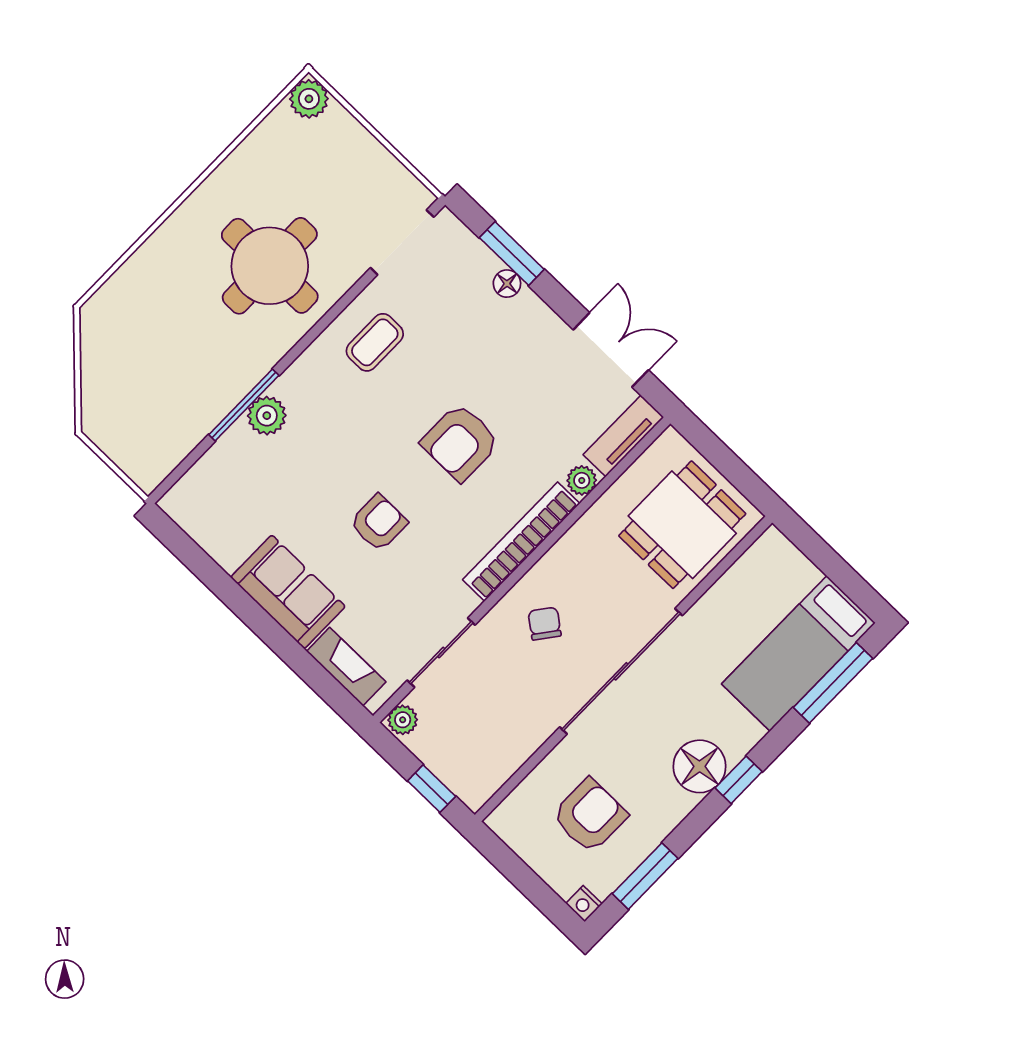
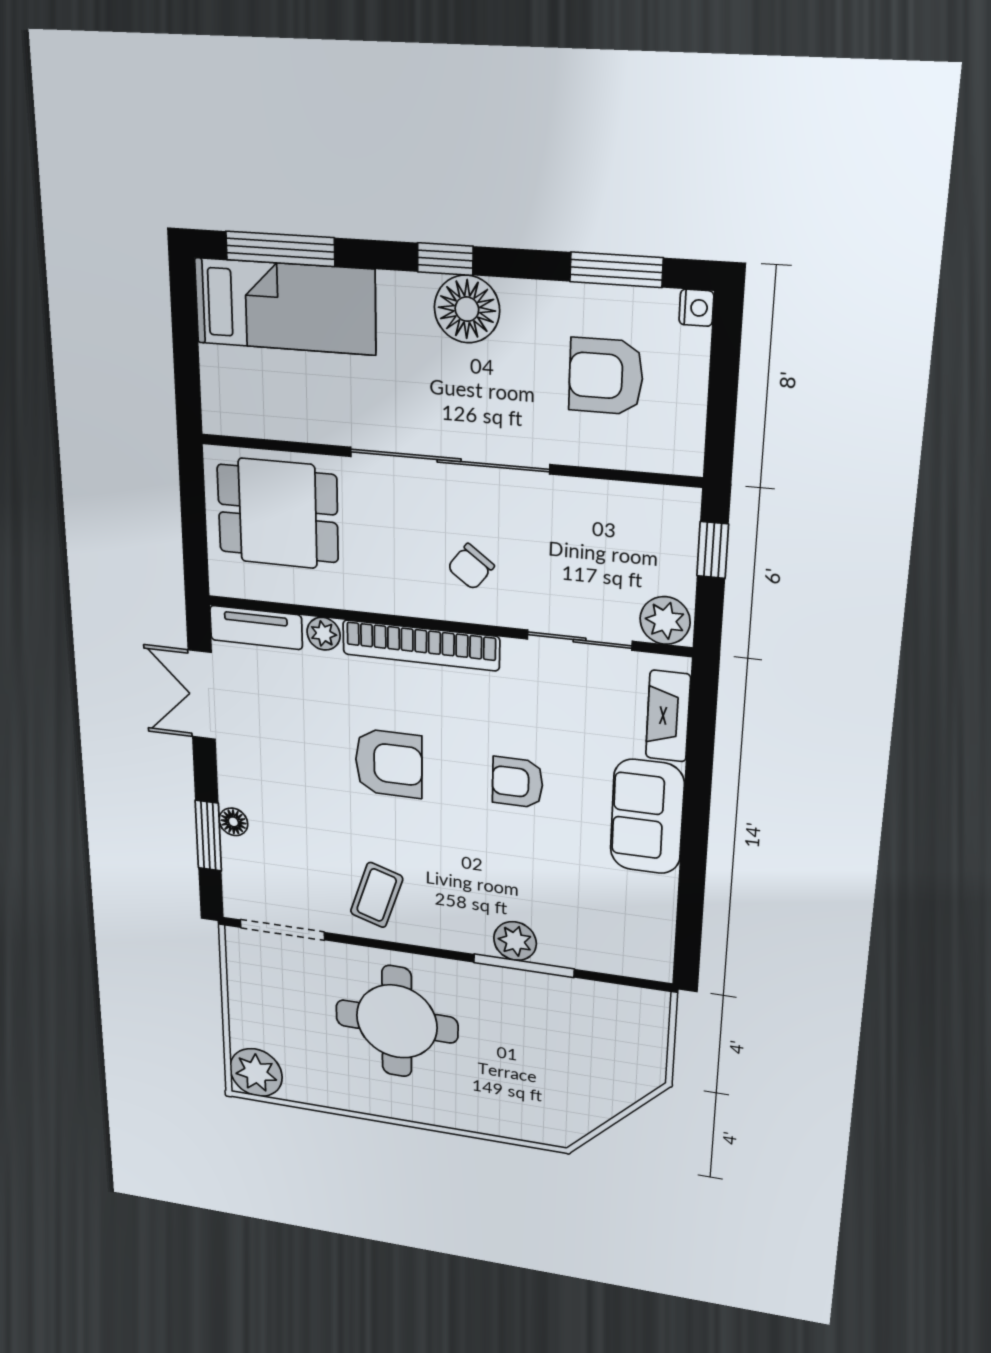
plant: (309, 99) -> (256, 1073), width x1.36, depth x1.36
coffee table: (375, 342) -> (377, 895), turned -72
plant: (403, 720) -> (665, 620), width x1.38, depth x1.38

